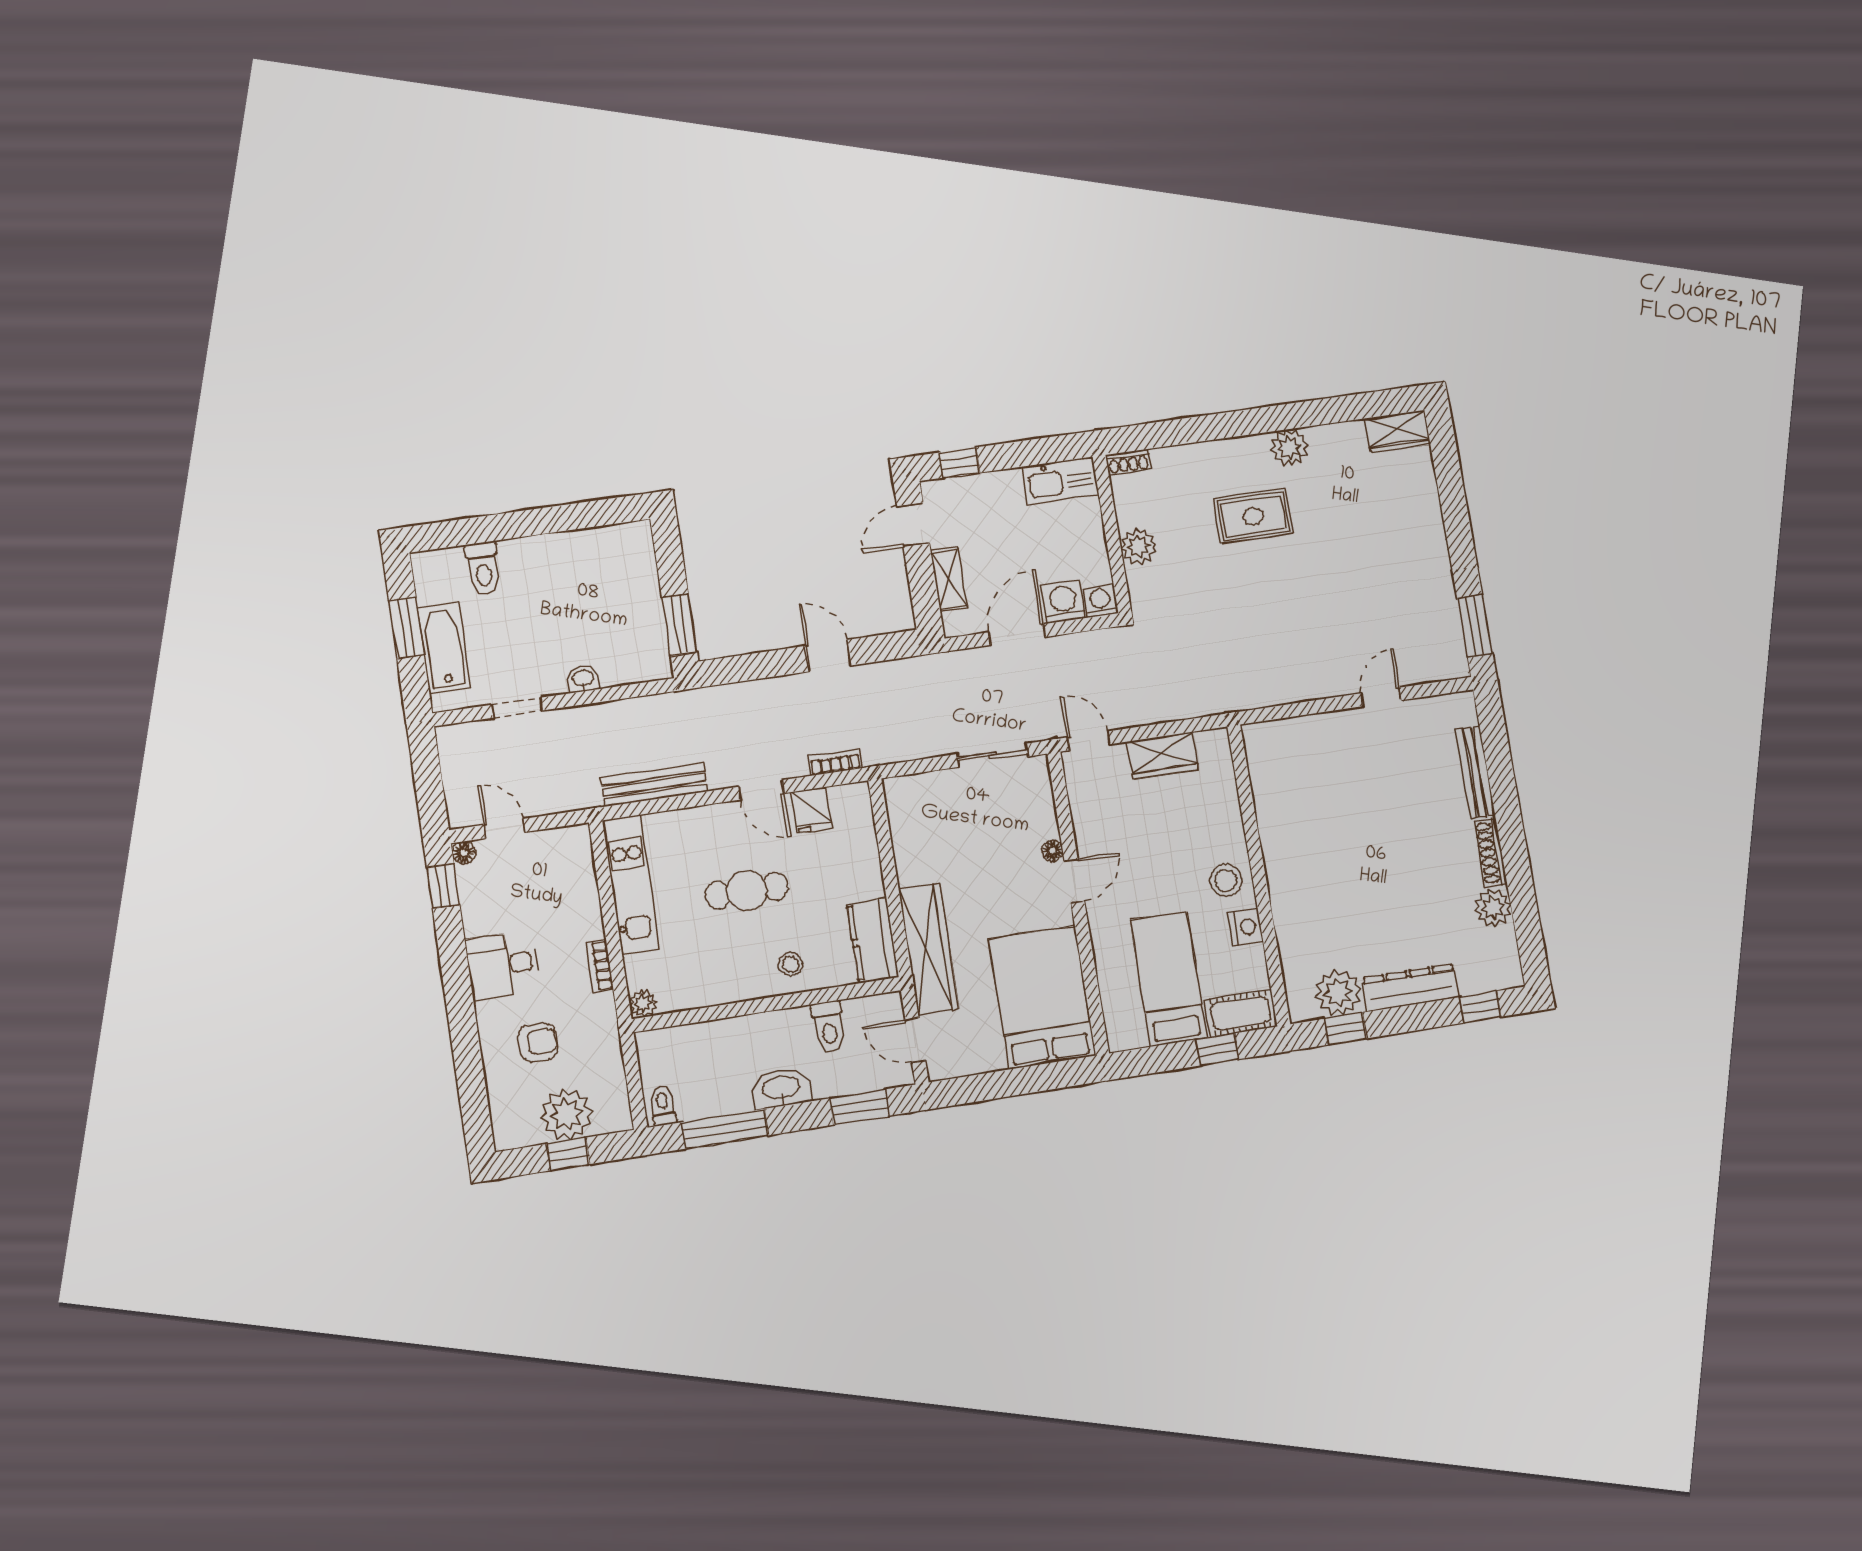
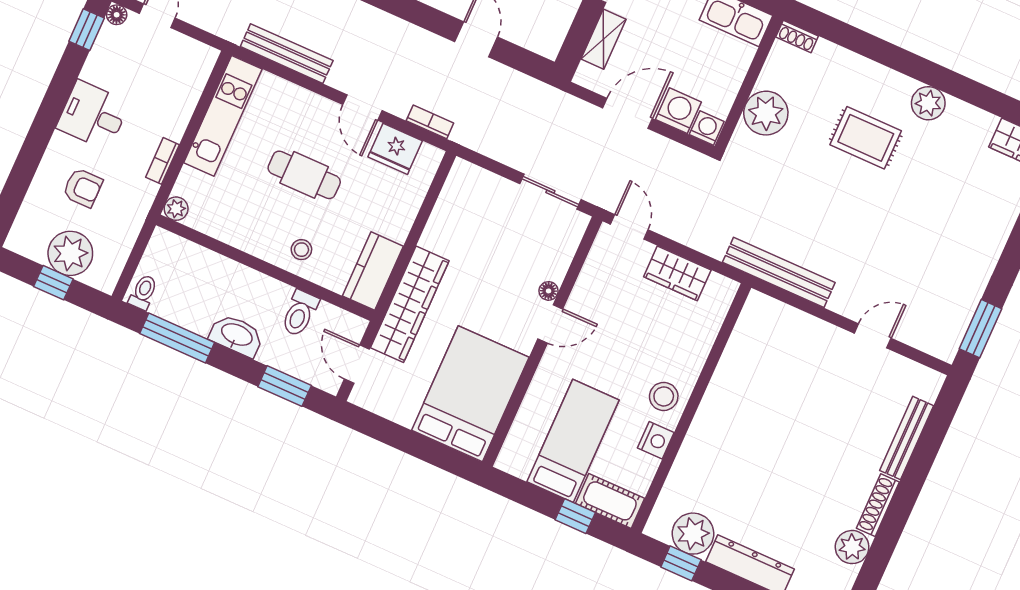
plant: (1139, 546) -> (766, 113), width x1.36, depth x1.36
bench: (1256, 694) -> (779, 272), added
fridge: (812, 810) -> (395, 149), width x1.38

